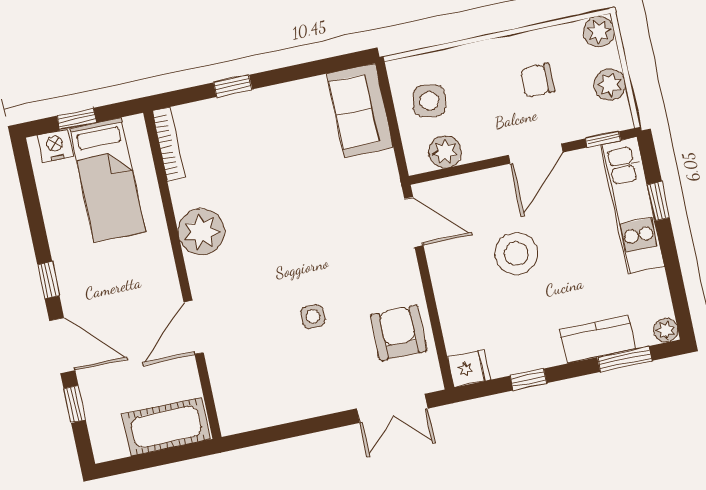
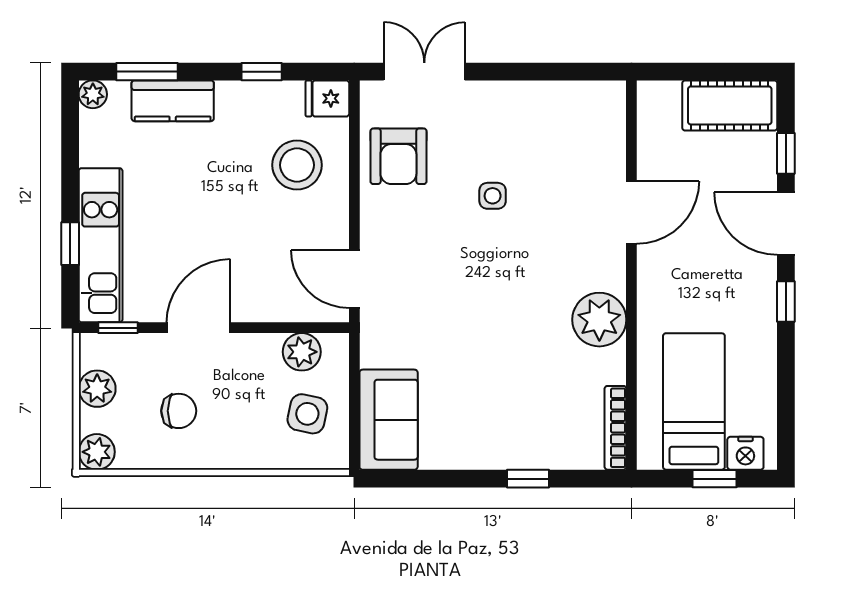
stool: (516, 253) -> (297, 165), moved
cot: (166, 427) -> (730, 105), moved

